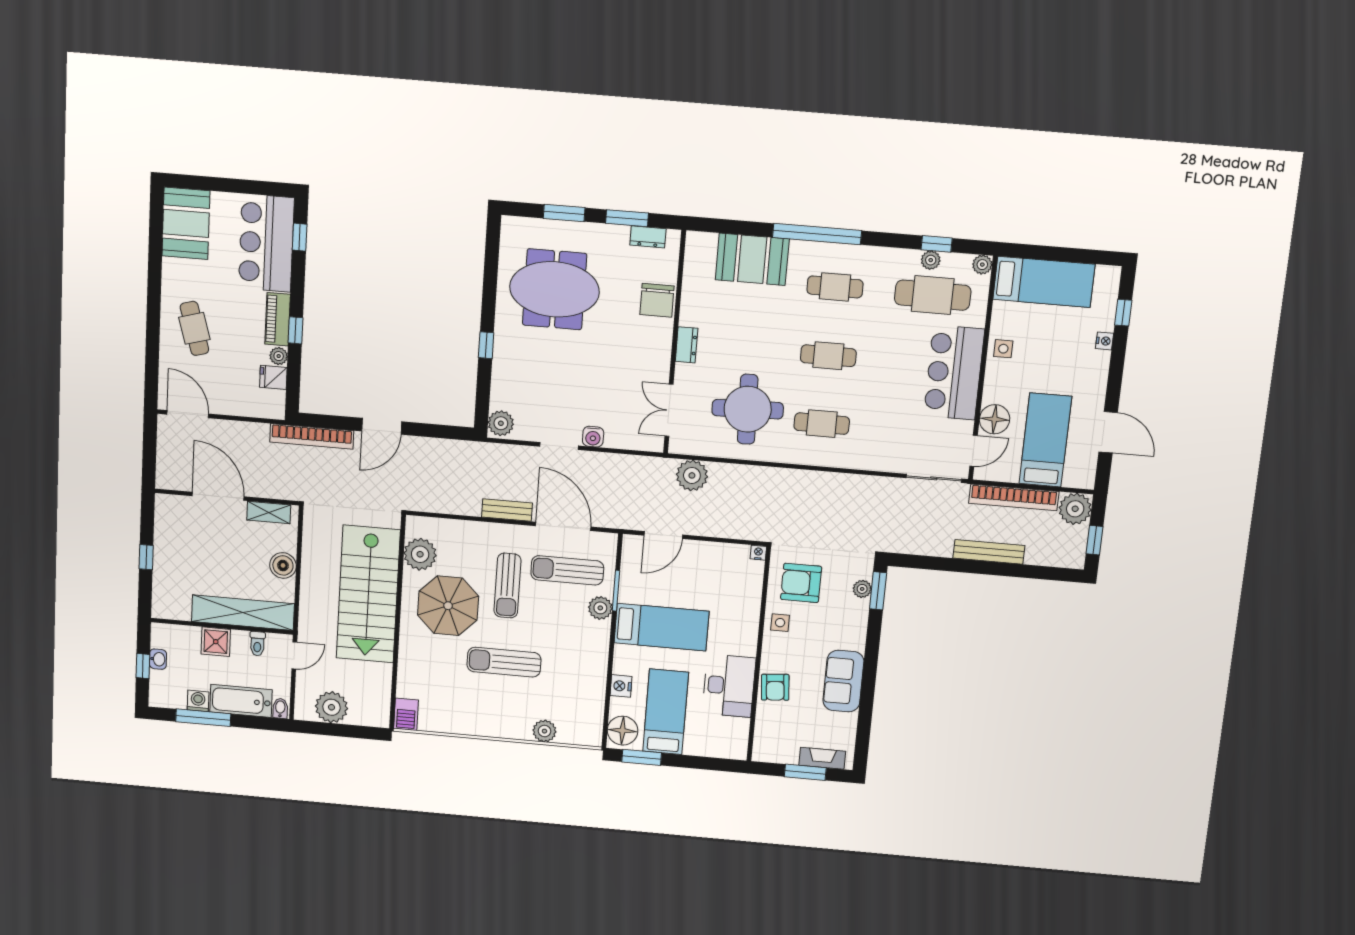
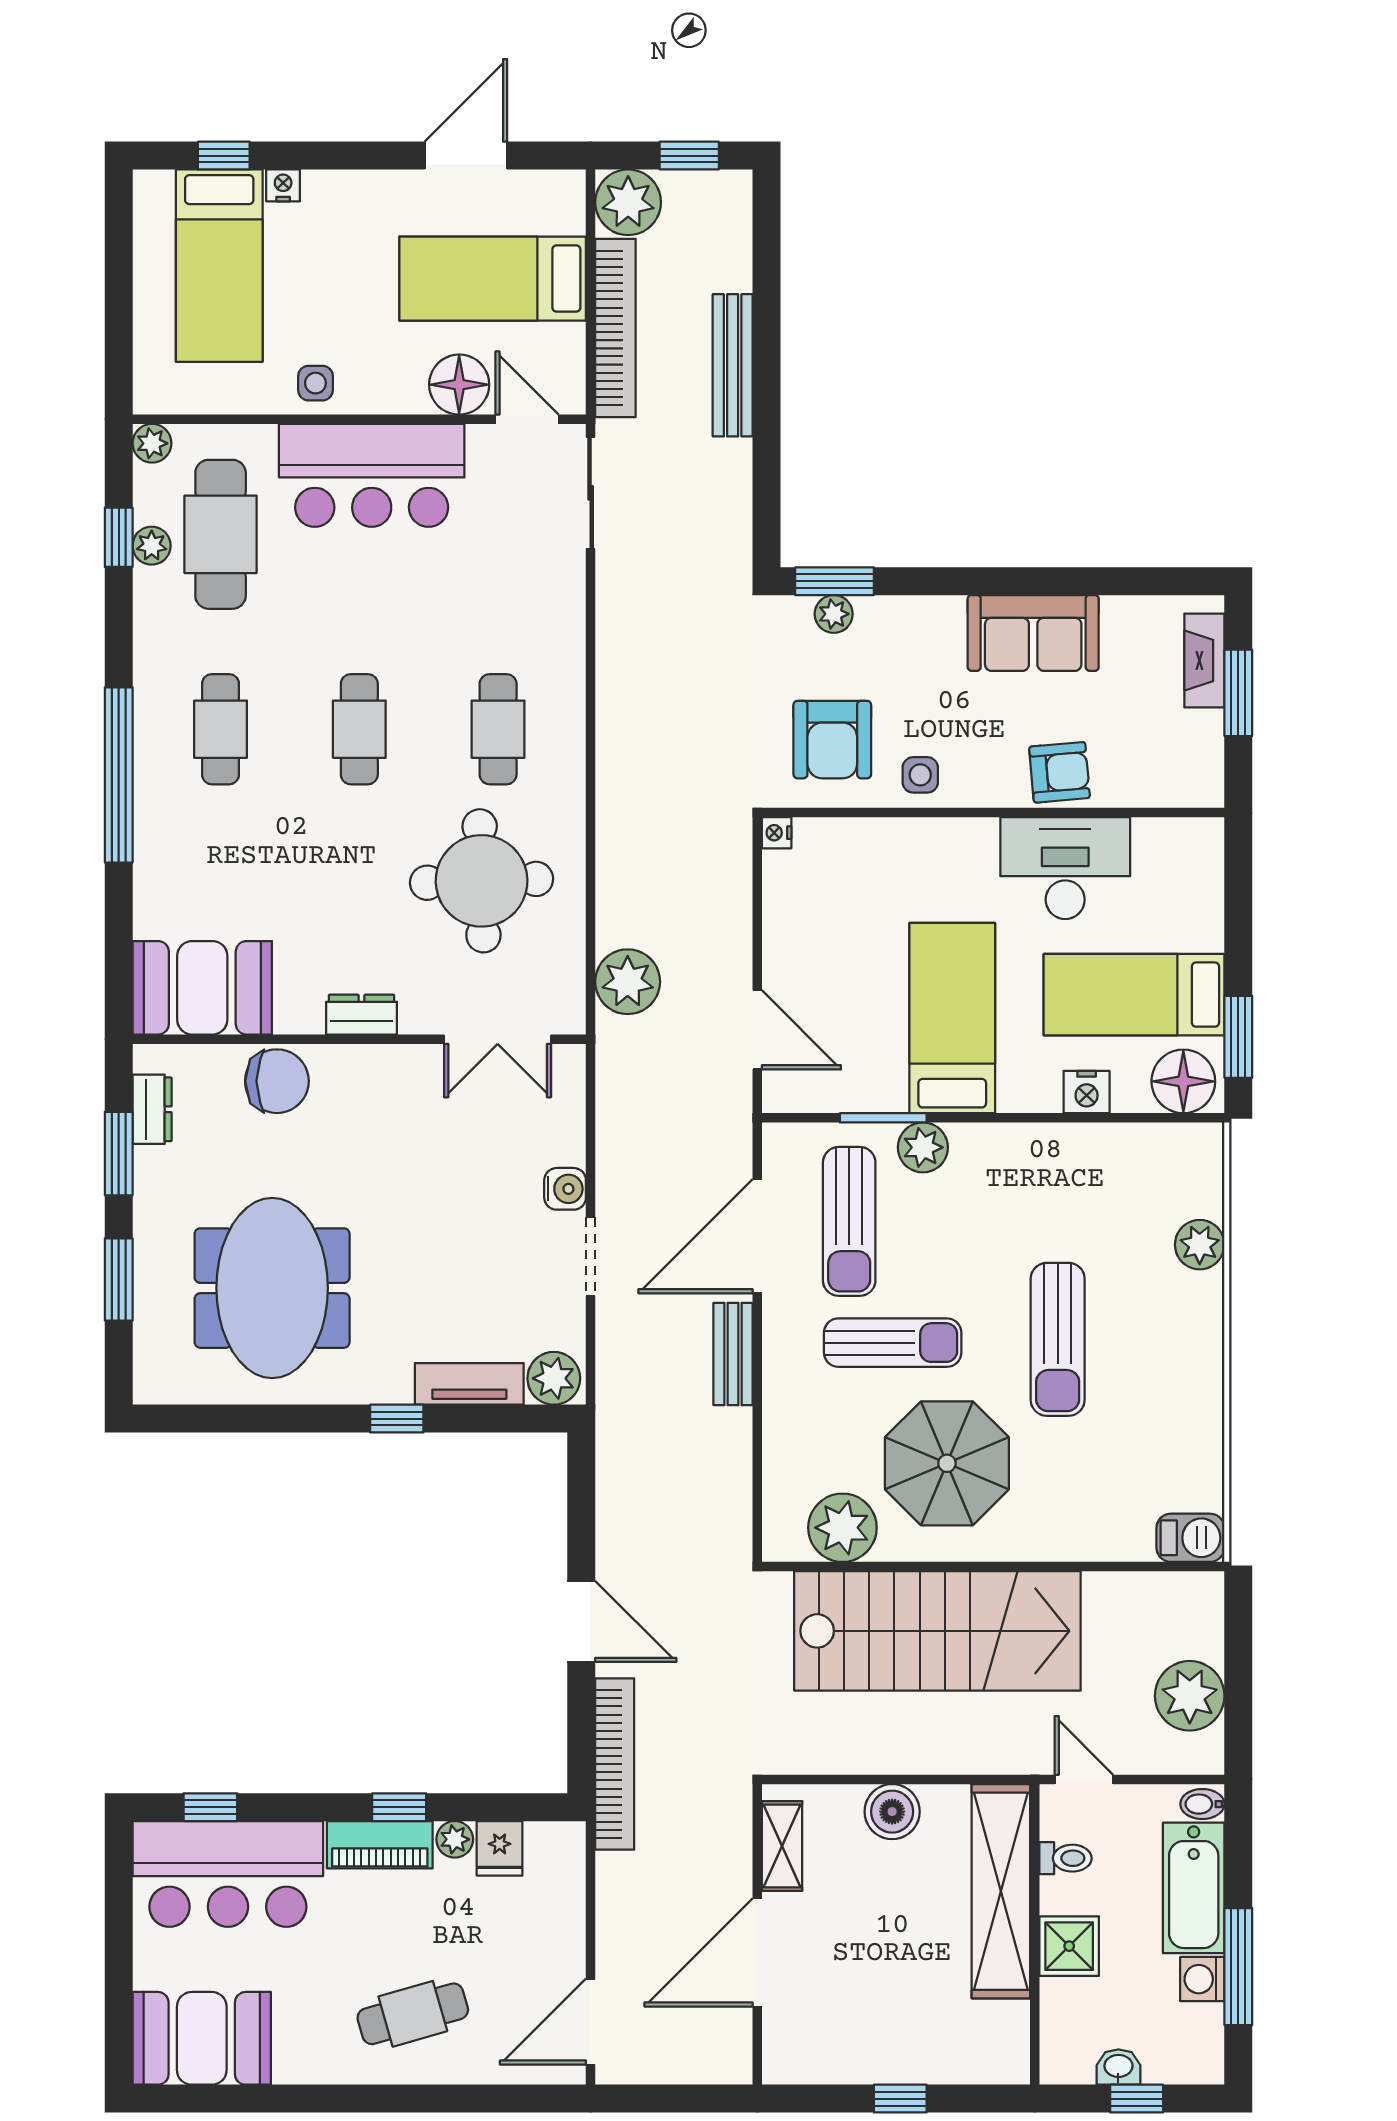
booth: (752, 259) -> (202, 988), moved, turned 90
bed: (1044, 282) -> (219, 266), moved, turned 180
tv unit: (501, 382) -> (469, 1384), added

